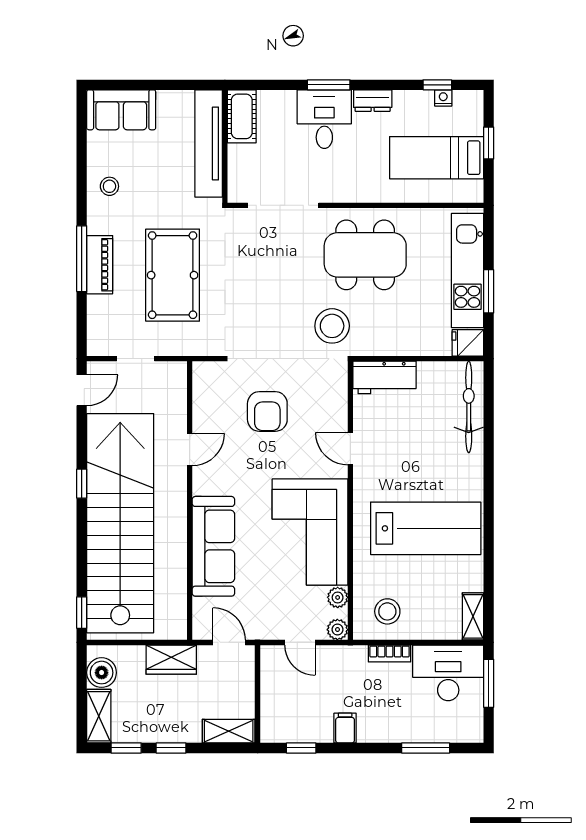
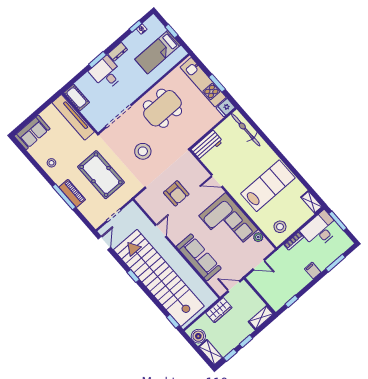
stool: (332, 326) -> (143, 151), moved
plant: (337, 630) -> (268, 248), removed
filing cabinet: (345, 728) -> (313, 271), moved

